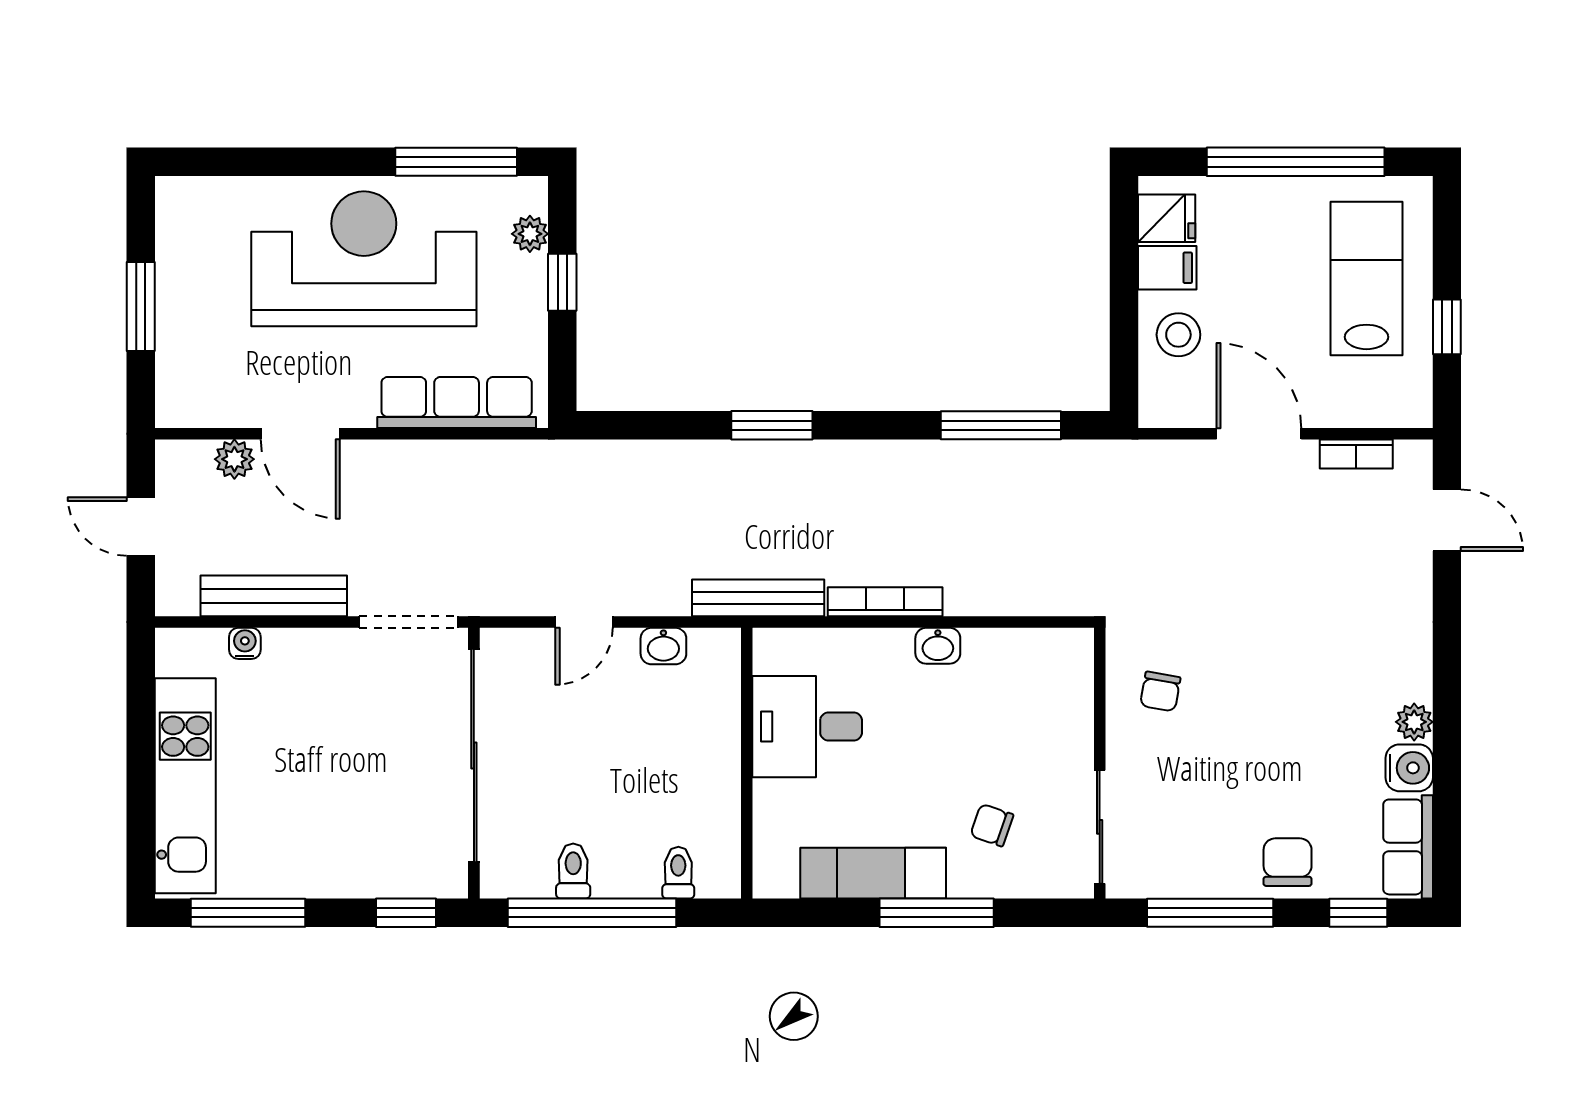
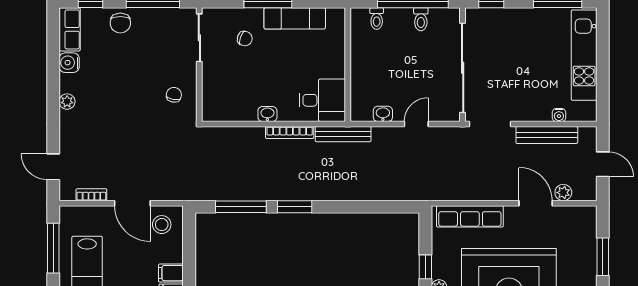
window: (1447, 327) -> (53, 248), width x2.17
stool: (1178, 335) -> (162, 225), moved
window: (772, 425) -> (295, 207), moved
plant: (1414, 722) -> (67, 102), moved
desk: (807, 727) -> (322, 100), moved

